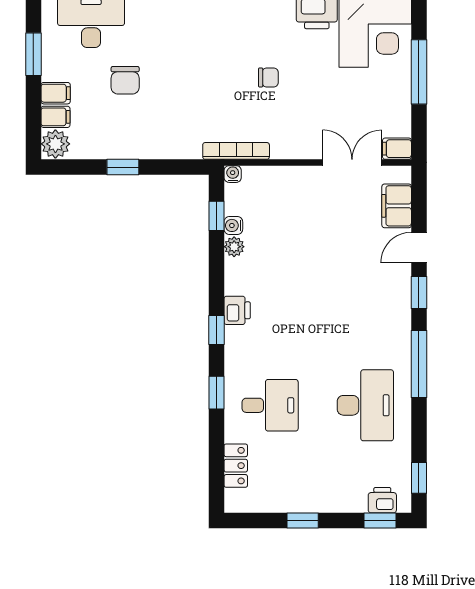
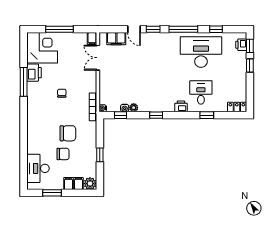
chair: (174, 92) -> (68, 133), added
printer: (237, 310) -> (181, 106), moved
window: (217, 330) -> (156, 115), moved
window: (217, 393) -> (207, 115), moved
desk: (365, 405) -> (201, 52), width x1.36, depth x1.30
locker: (236, 466) -> (237, 107), moved
window: (419, 478) -> (216, 29), moved
window: (303, 520) -> (250, 66), moved

